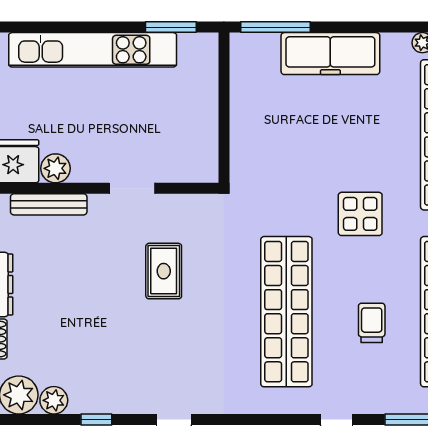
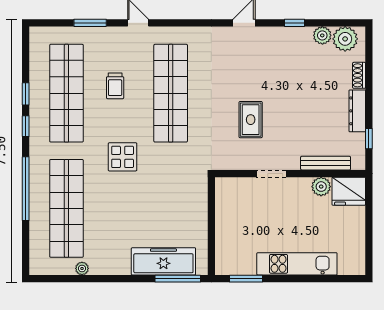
kitchen unit: (93, 50) -> (297, 264), width x0.73
freezer: (330, 54) -> (163, 261), moved

